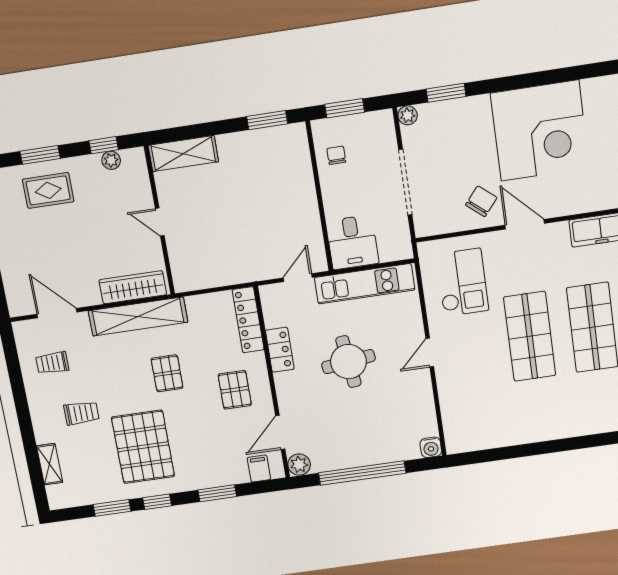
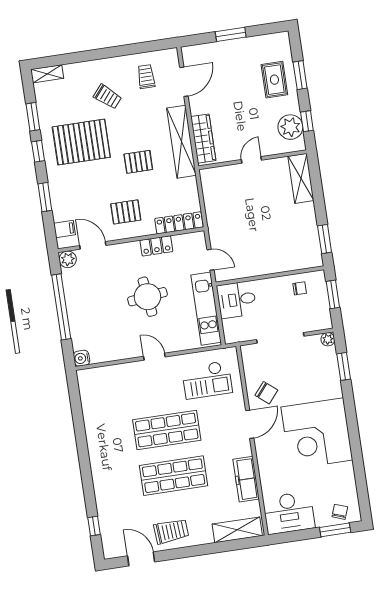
plant: (111, 160) -> (290, 127), width x1.88, depth x1.88
trolley: (81, 413) -> (108, 97), turned -50
shelving: (50, 464) -> (47, 74), moved

